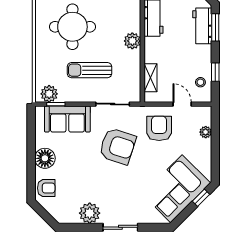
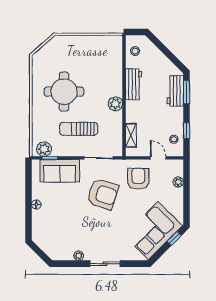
floor lamp: (45, 158) -> (36, 204), width x0.53, depth x0.53
armchair: (46, 188) -> (41, 230), removed
plant: (90, 213) -> (79, 256), width x0.53, depth x0.53

